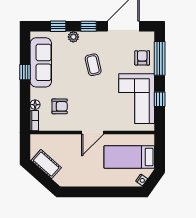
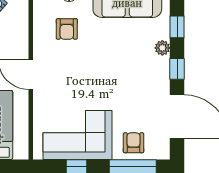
armchair: (142, 58) -> (134, 143), turned -90
coffee table: (93, 65) -> (124, 75), removed

